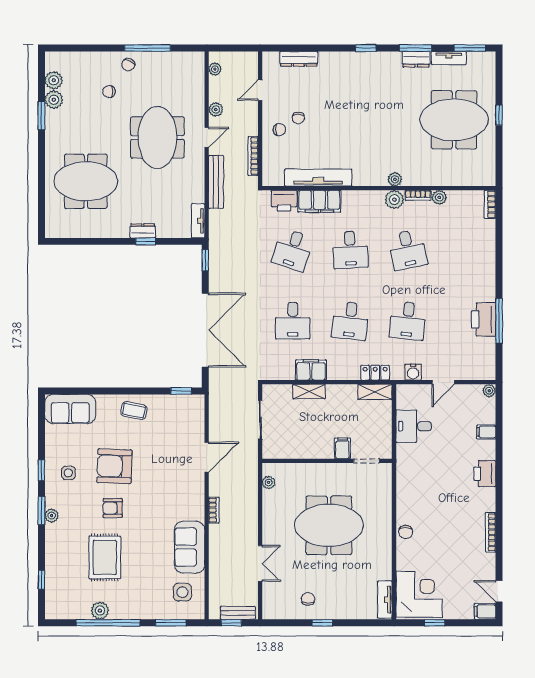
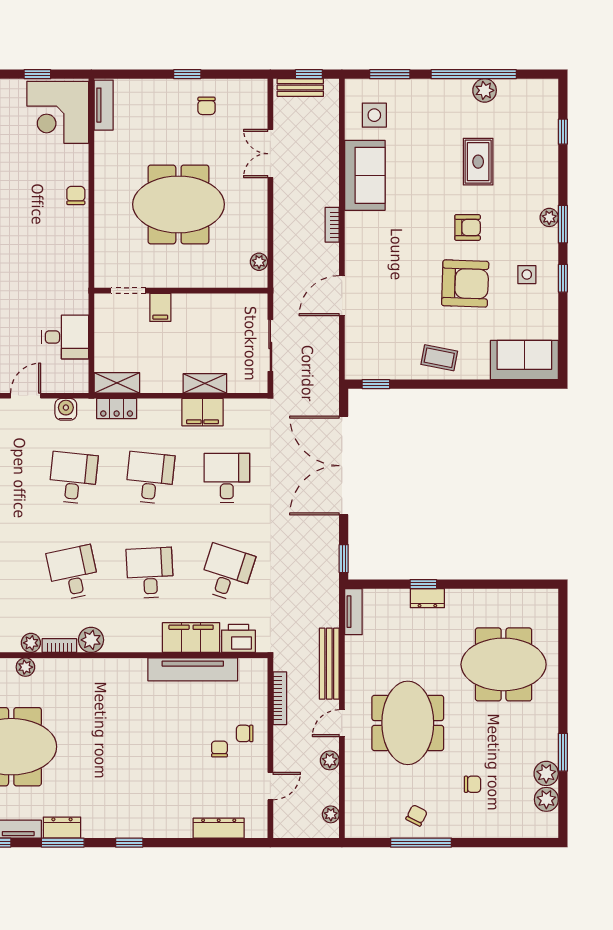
chair: (128, 65) -> (417, 815), moved
plant: (395, 179) -> (25, 667), moved
rug: (105, 557) -> (478, 162), width x0.73, depth x0.70

